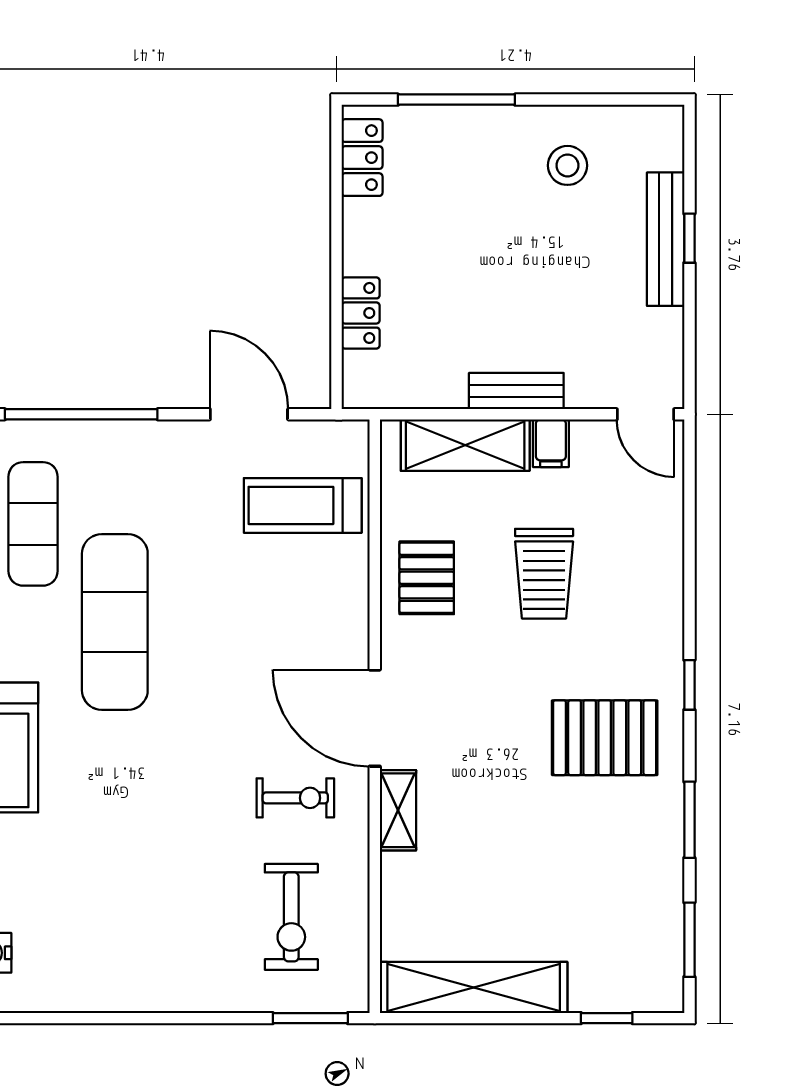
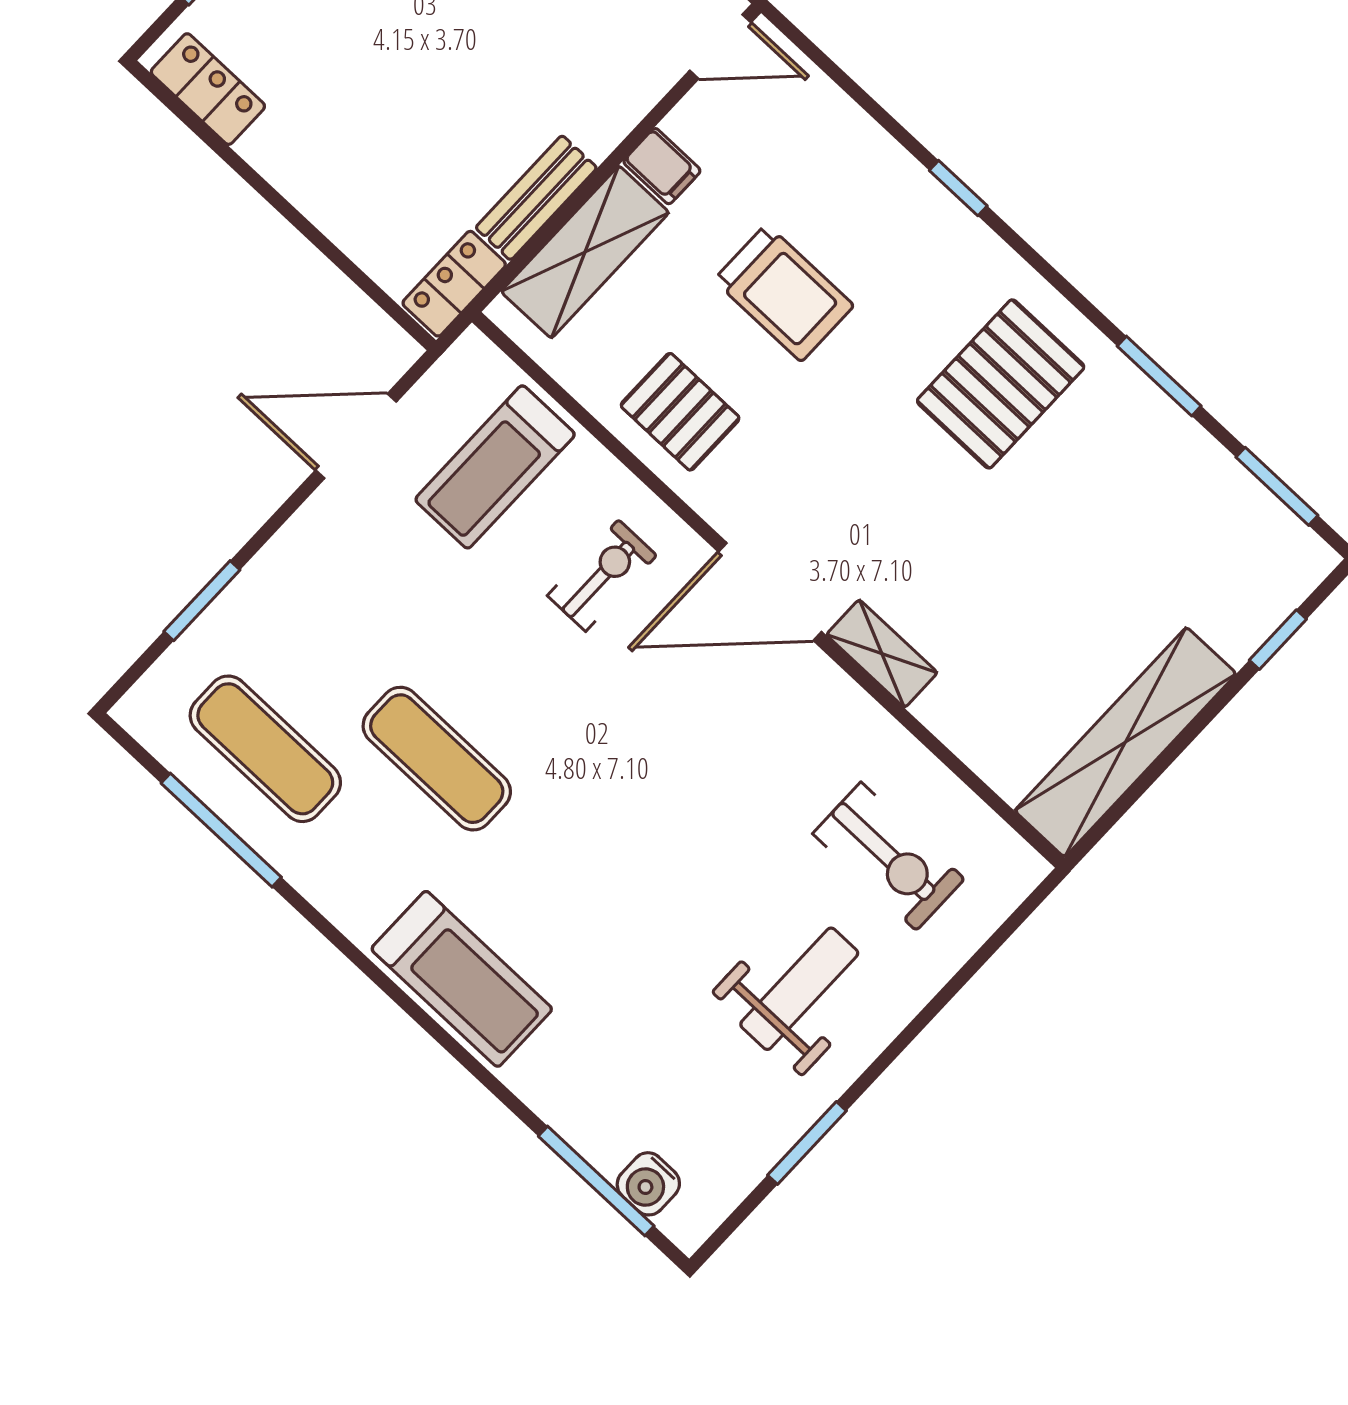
locker: (361, 313) -> (454, 284), moved, turned -90
bench: (516, 391) -> (536, 198), moved
window: (81, 414) -> (202, 601), width x0.47
exercise mat: (115, 622) -> (437, 759), width x0.73, depth x0.69
window: (689, 685) -> (958, 188), moved
exercise bike: (295, 798) -> (602, 576), moved
weight bench: (174, 936) -> (799, 989), added
window: (310, 1018) -> (807, 1143), moved

